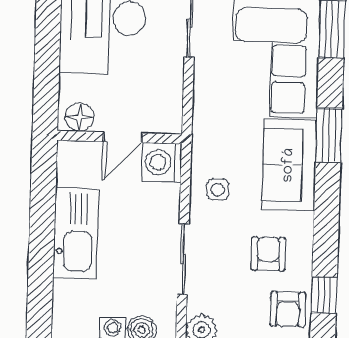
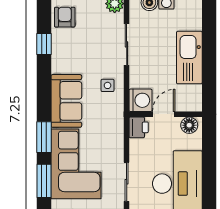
printer: (166, 116) -> (139, 127), added
window: (329, 135) -> (44, 137), moved
armchair: (268, 254) -> (77, 49), removed
window: (324, 295) -> (44, 44), moved

